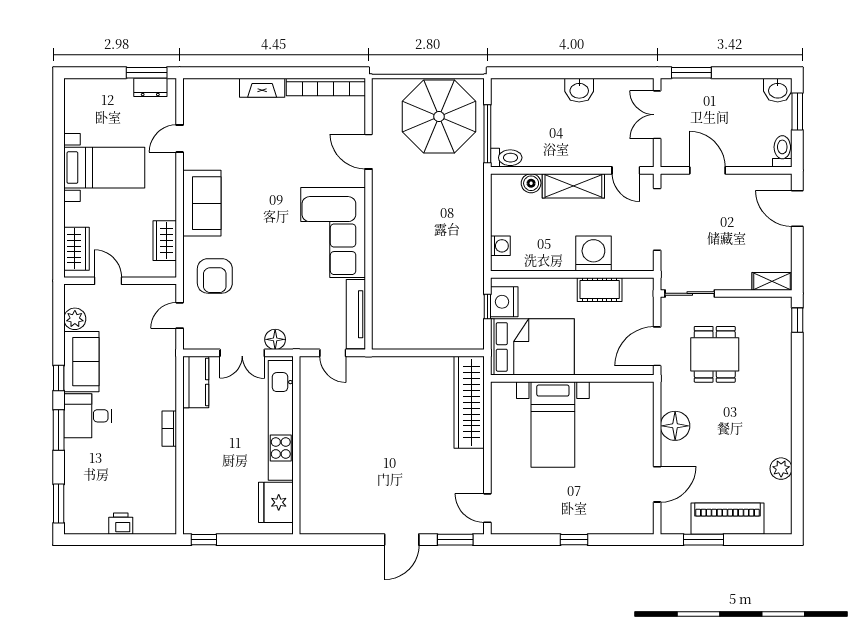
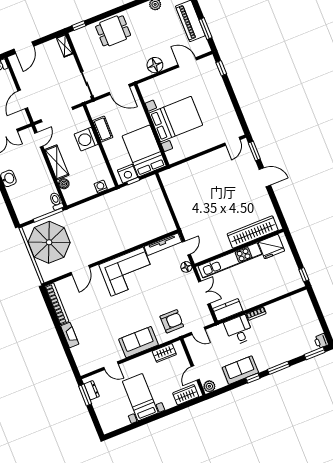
plant: (75, 319) -> (209, 386), moved
floor lamp: (275, 339) -> (186, 267), moved
dining table: (715, 354) -> (113, 31), moved
wardrobe: (469, 402) -> (253, 232), moved, turned 180
desk: (88, 416) -> (239, 330), moved, turned 180
bed with nightstands: (553, 424) -> (176, 119), width x1.36
printer: (121, 524) -> (321, 341), moved
window: (574, 540) -> (221, 68), moved

